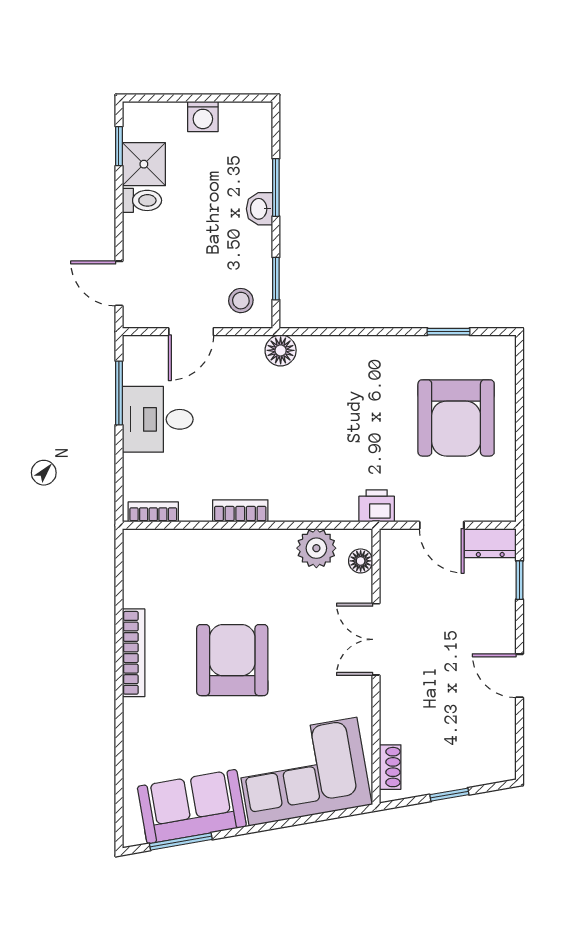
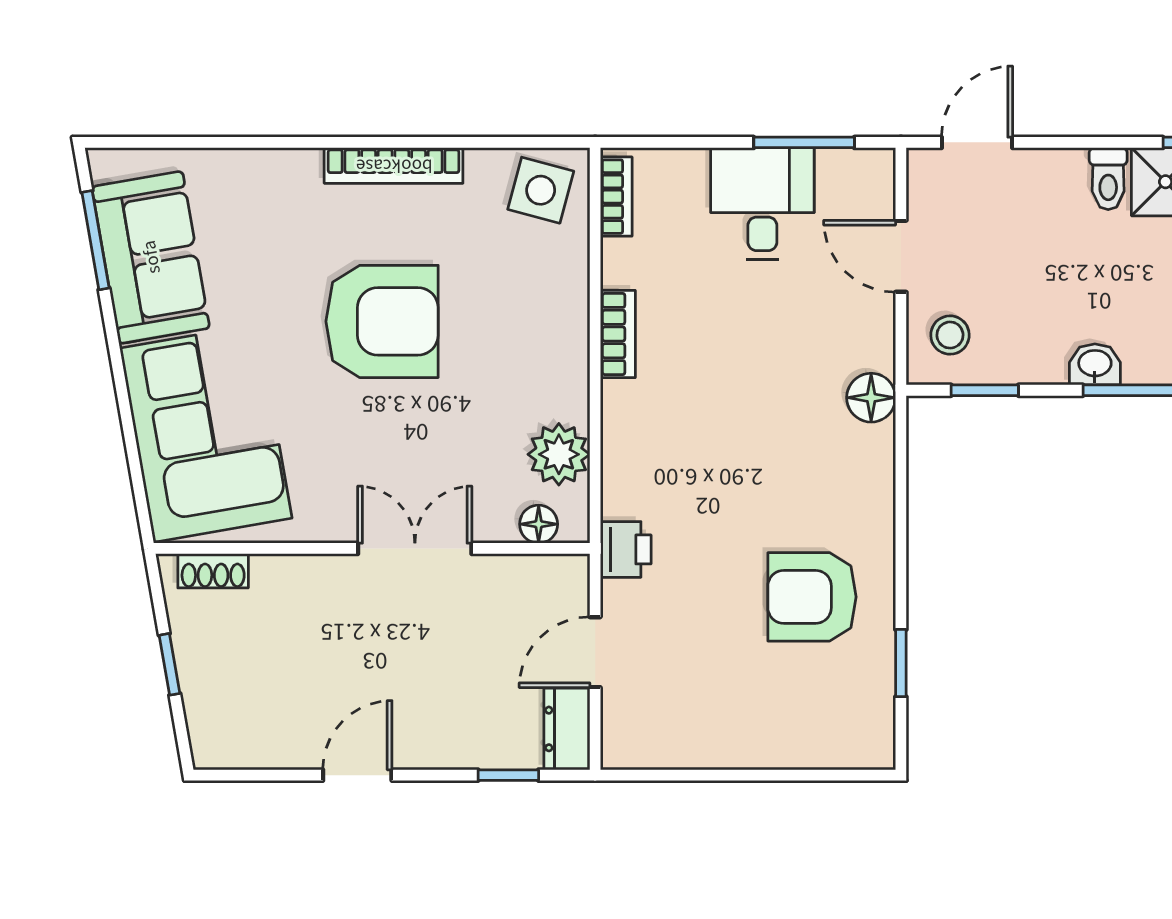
armchair: (456, 418) -> (812, 597), moved, width x0.73, depth x0.73
side table: (149, 560) -> (541, 190), added

